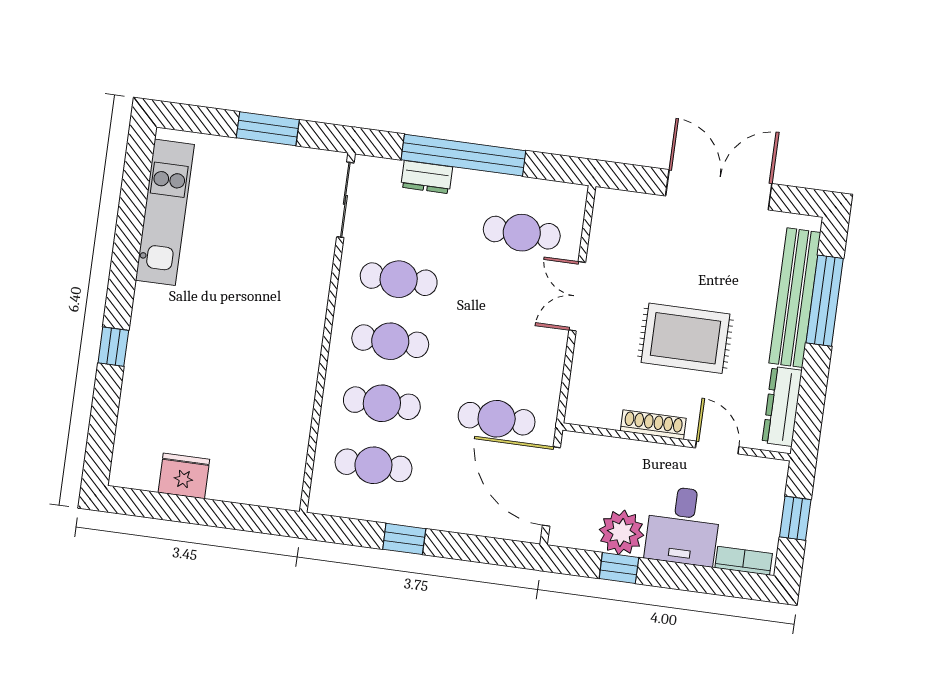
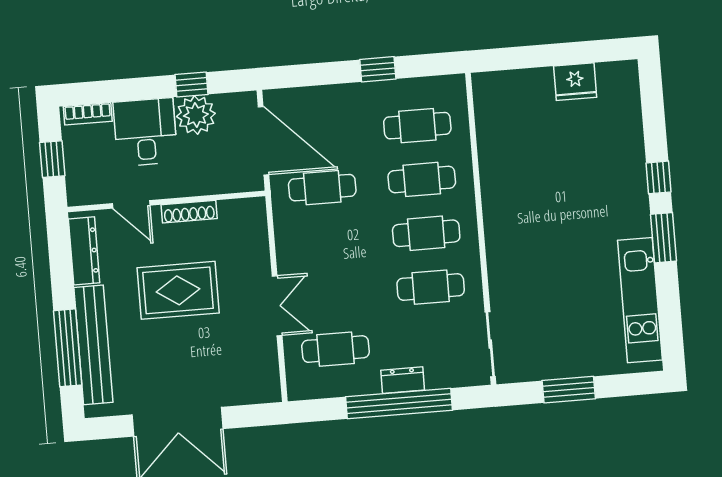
dresser: (427, 177) -> (403, 380), moved
window: (123, 277) -> (663, 238), added

